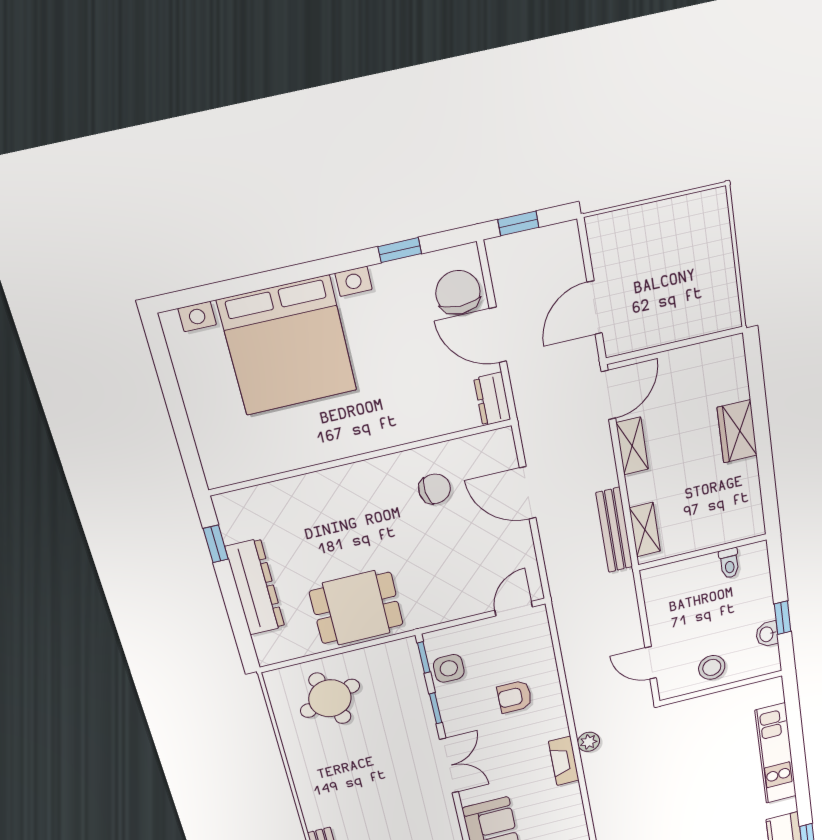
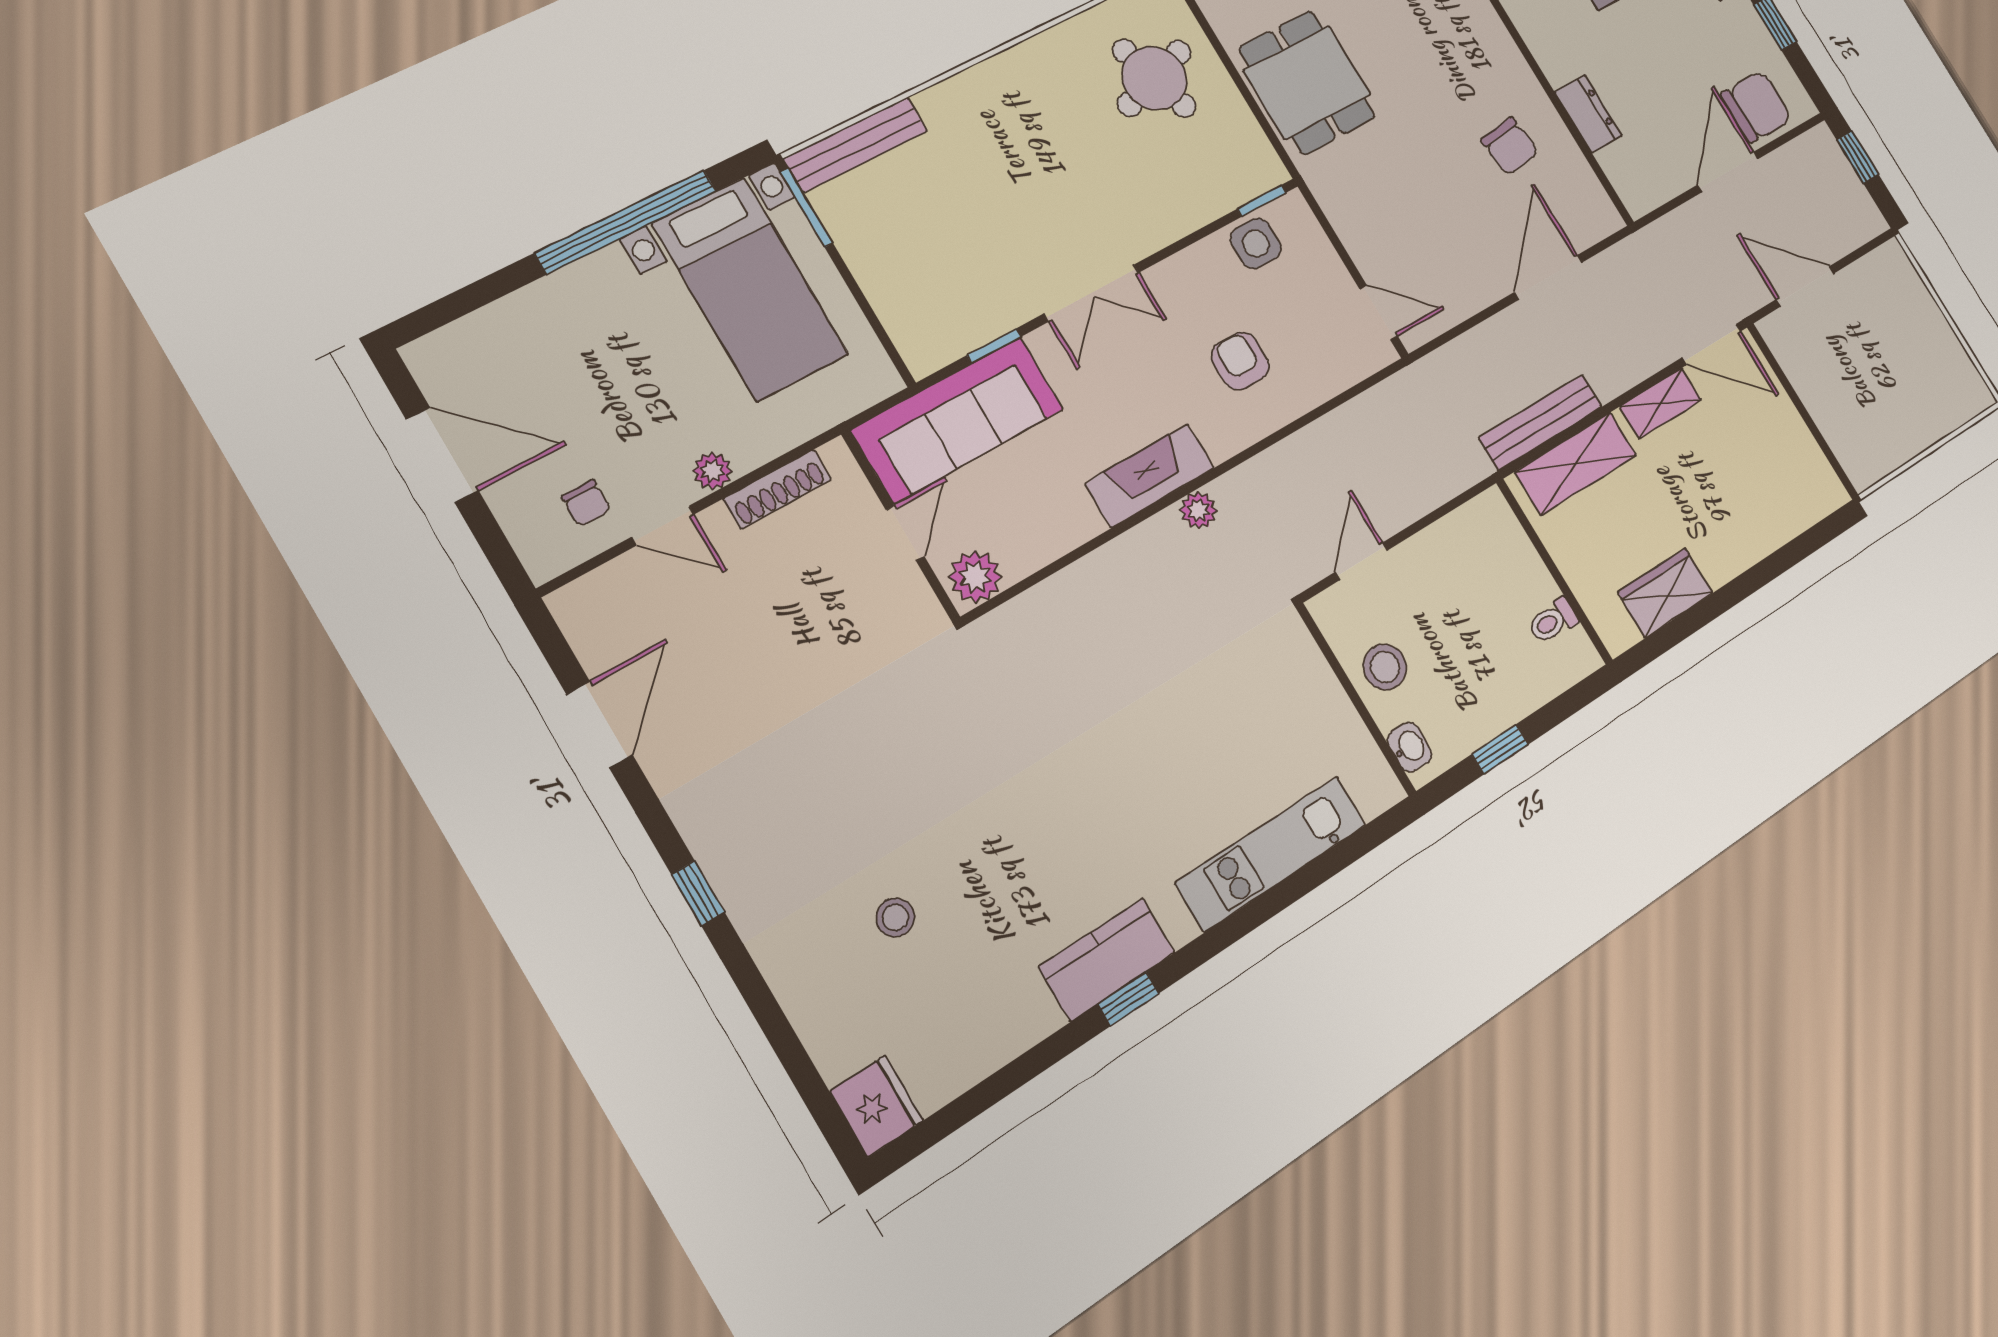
dresser: (492, 399) -> (1588, 114), moved, turned 90
wardrobe: (737, 431) -> (1665, 593), moved
shelving: (645, 530) -> (1576, 464), width x1.50, depth x1.33
washbasin: (767, 634) -> (1409, 747), moved, turned 90
window: (436, 708) -> (994, 346), moved
fireplace: (564, 761) -> (1150, 476), width x1.37, depth x1.32

